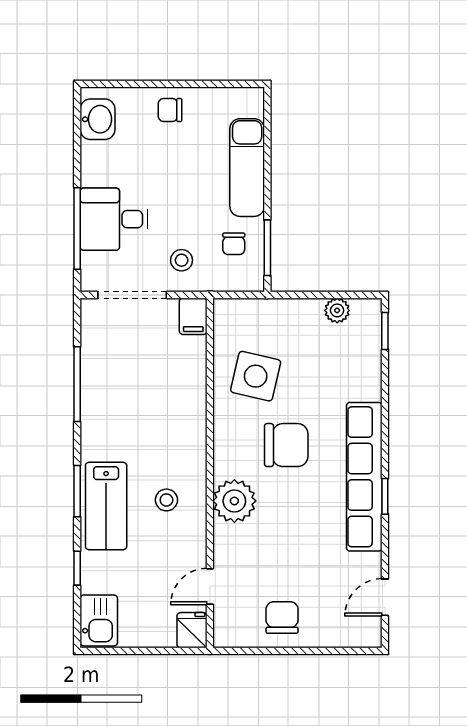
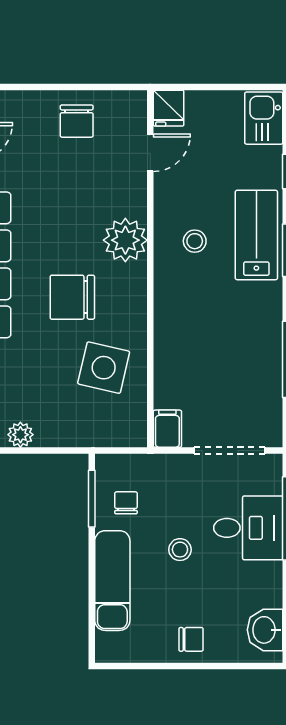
stool: (182, 260) -> (180, 550), moved

